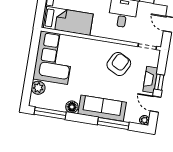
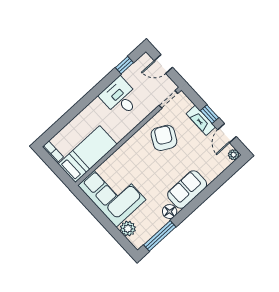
door: (156, 104) -> (227, 133), hinge flipped
sofa: (102, 108) -> (187, 190), width x0.73
window: (113, 124) -> (214, 186), removed

